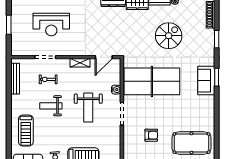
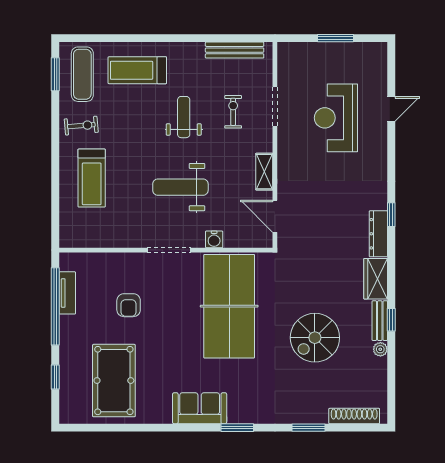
spiral stairs: (169, 36) -> (315, 338), turned 90
sofa: (206, 81) -> (200, 408), moved

